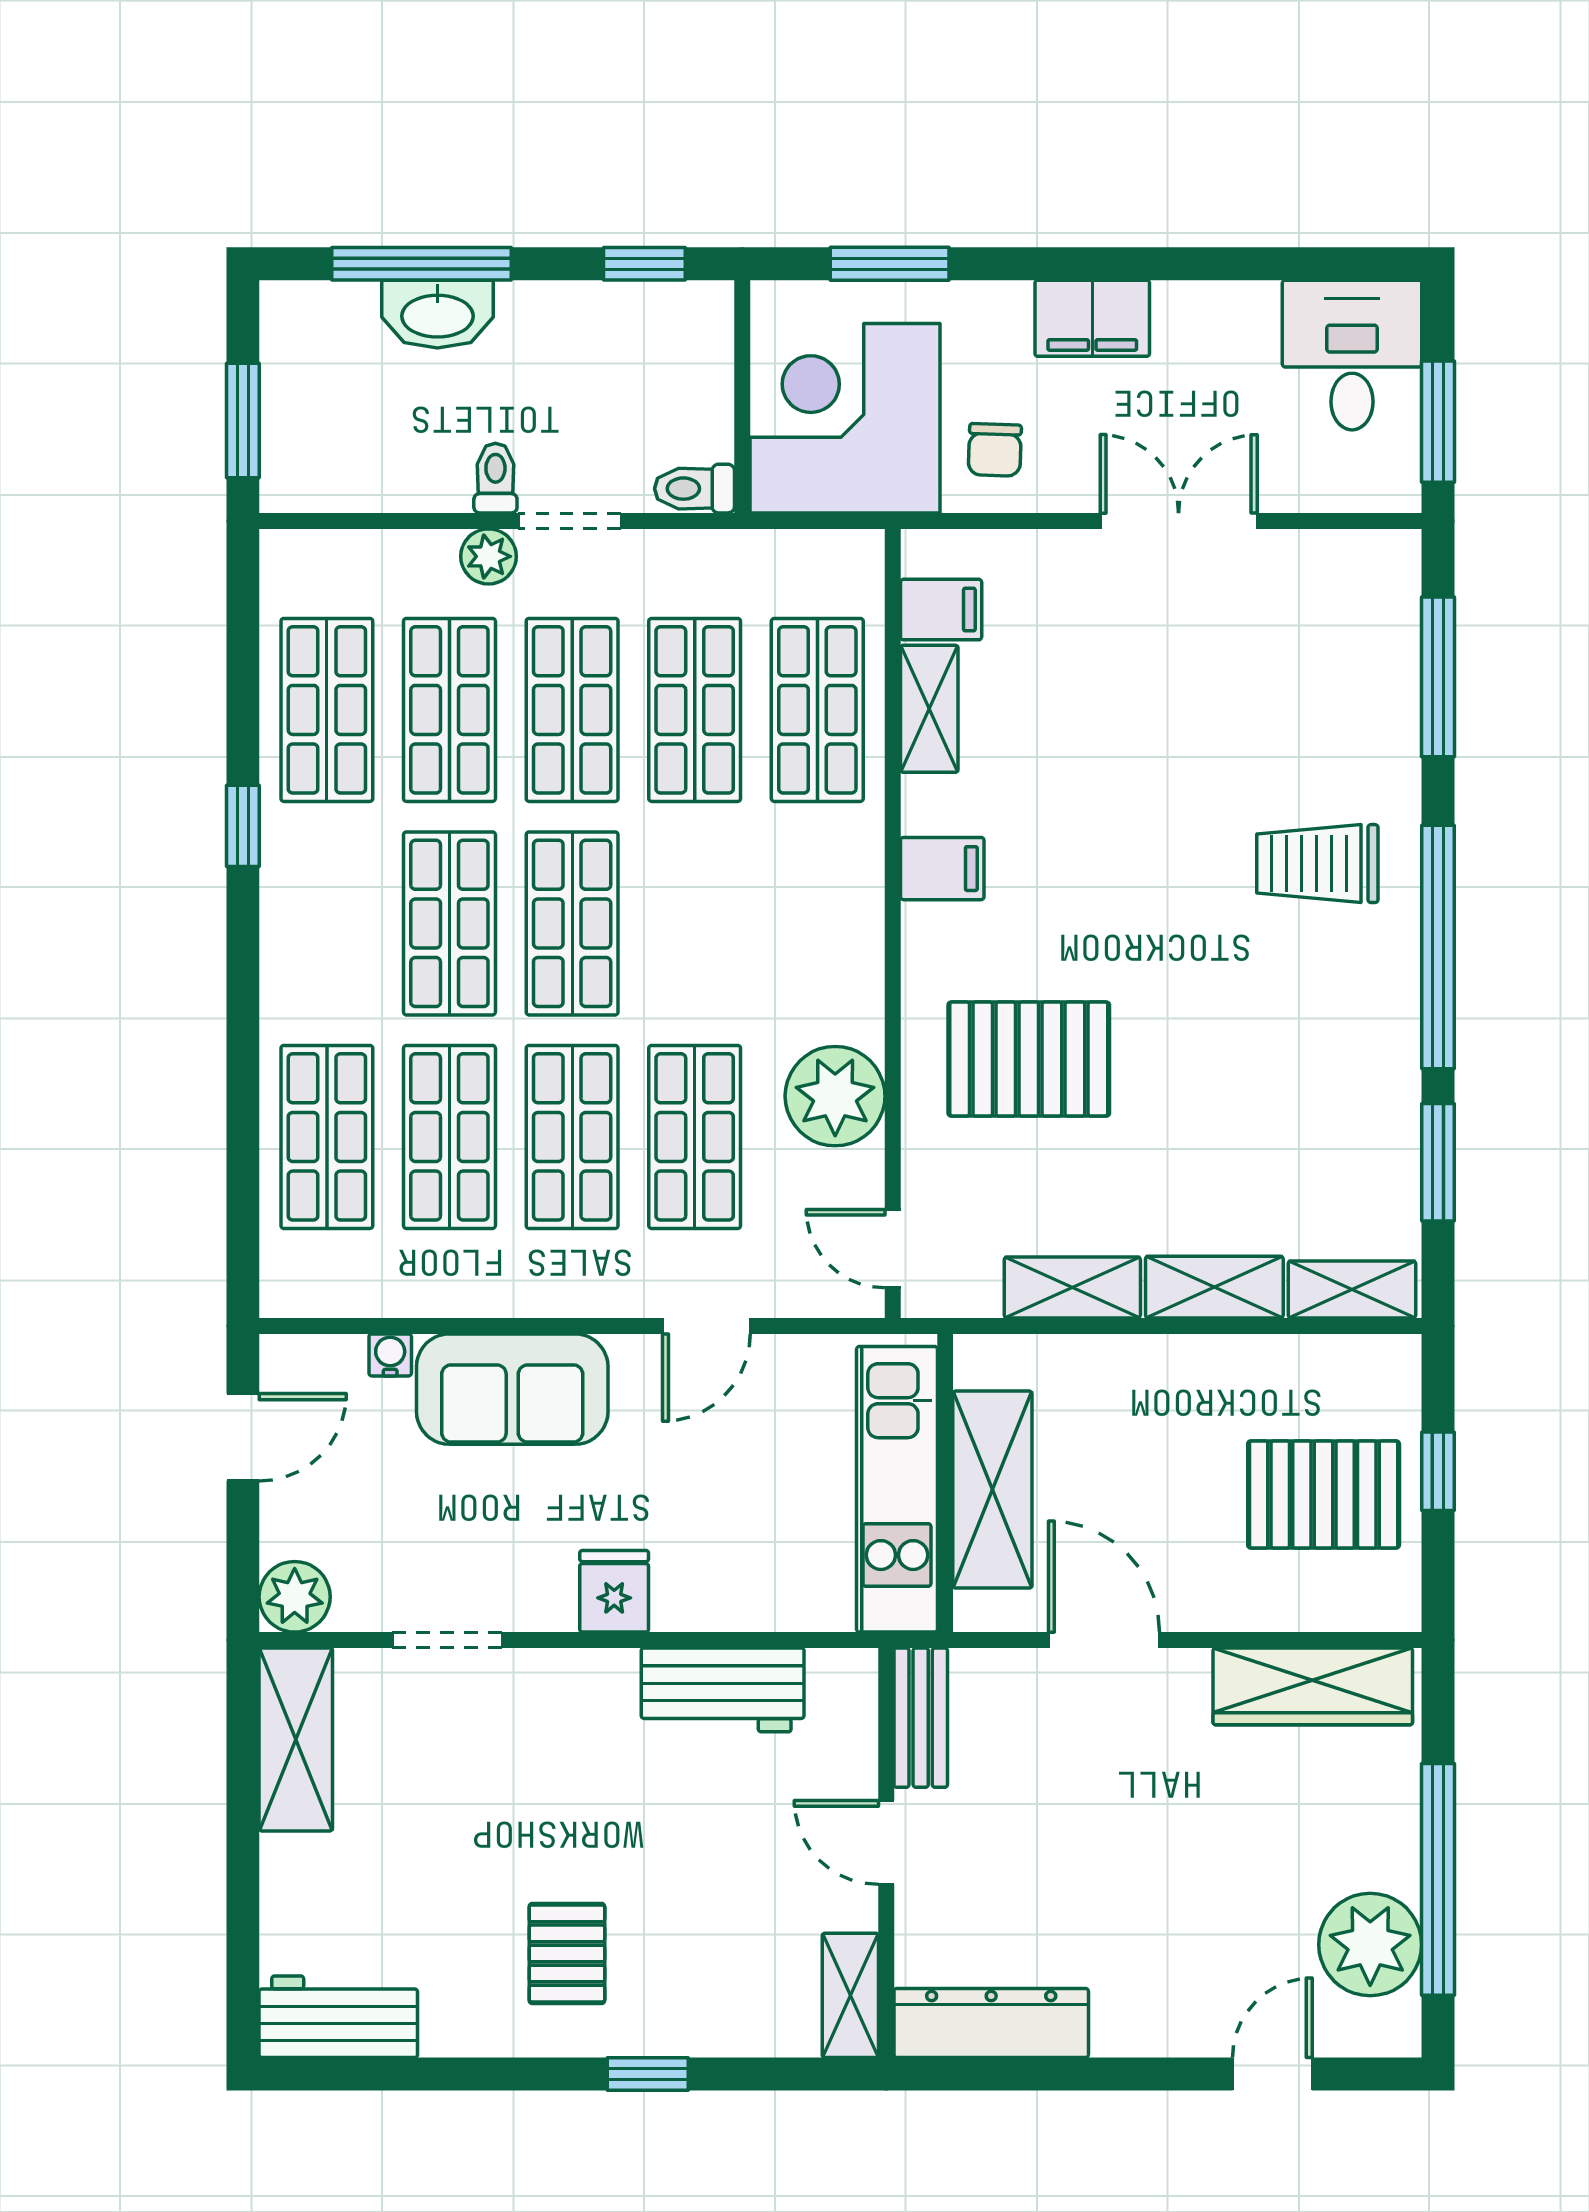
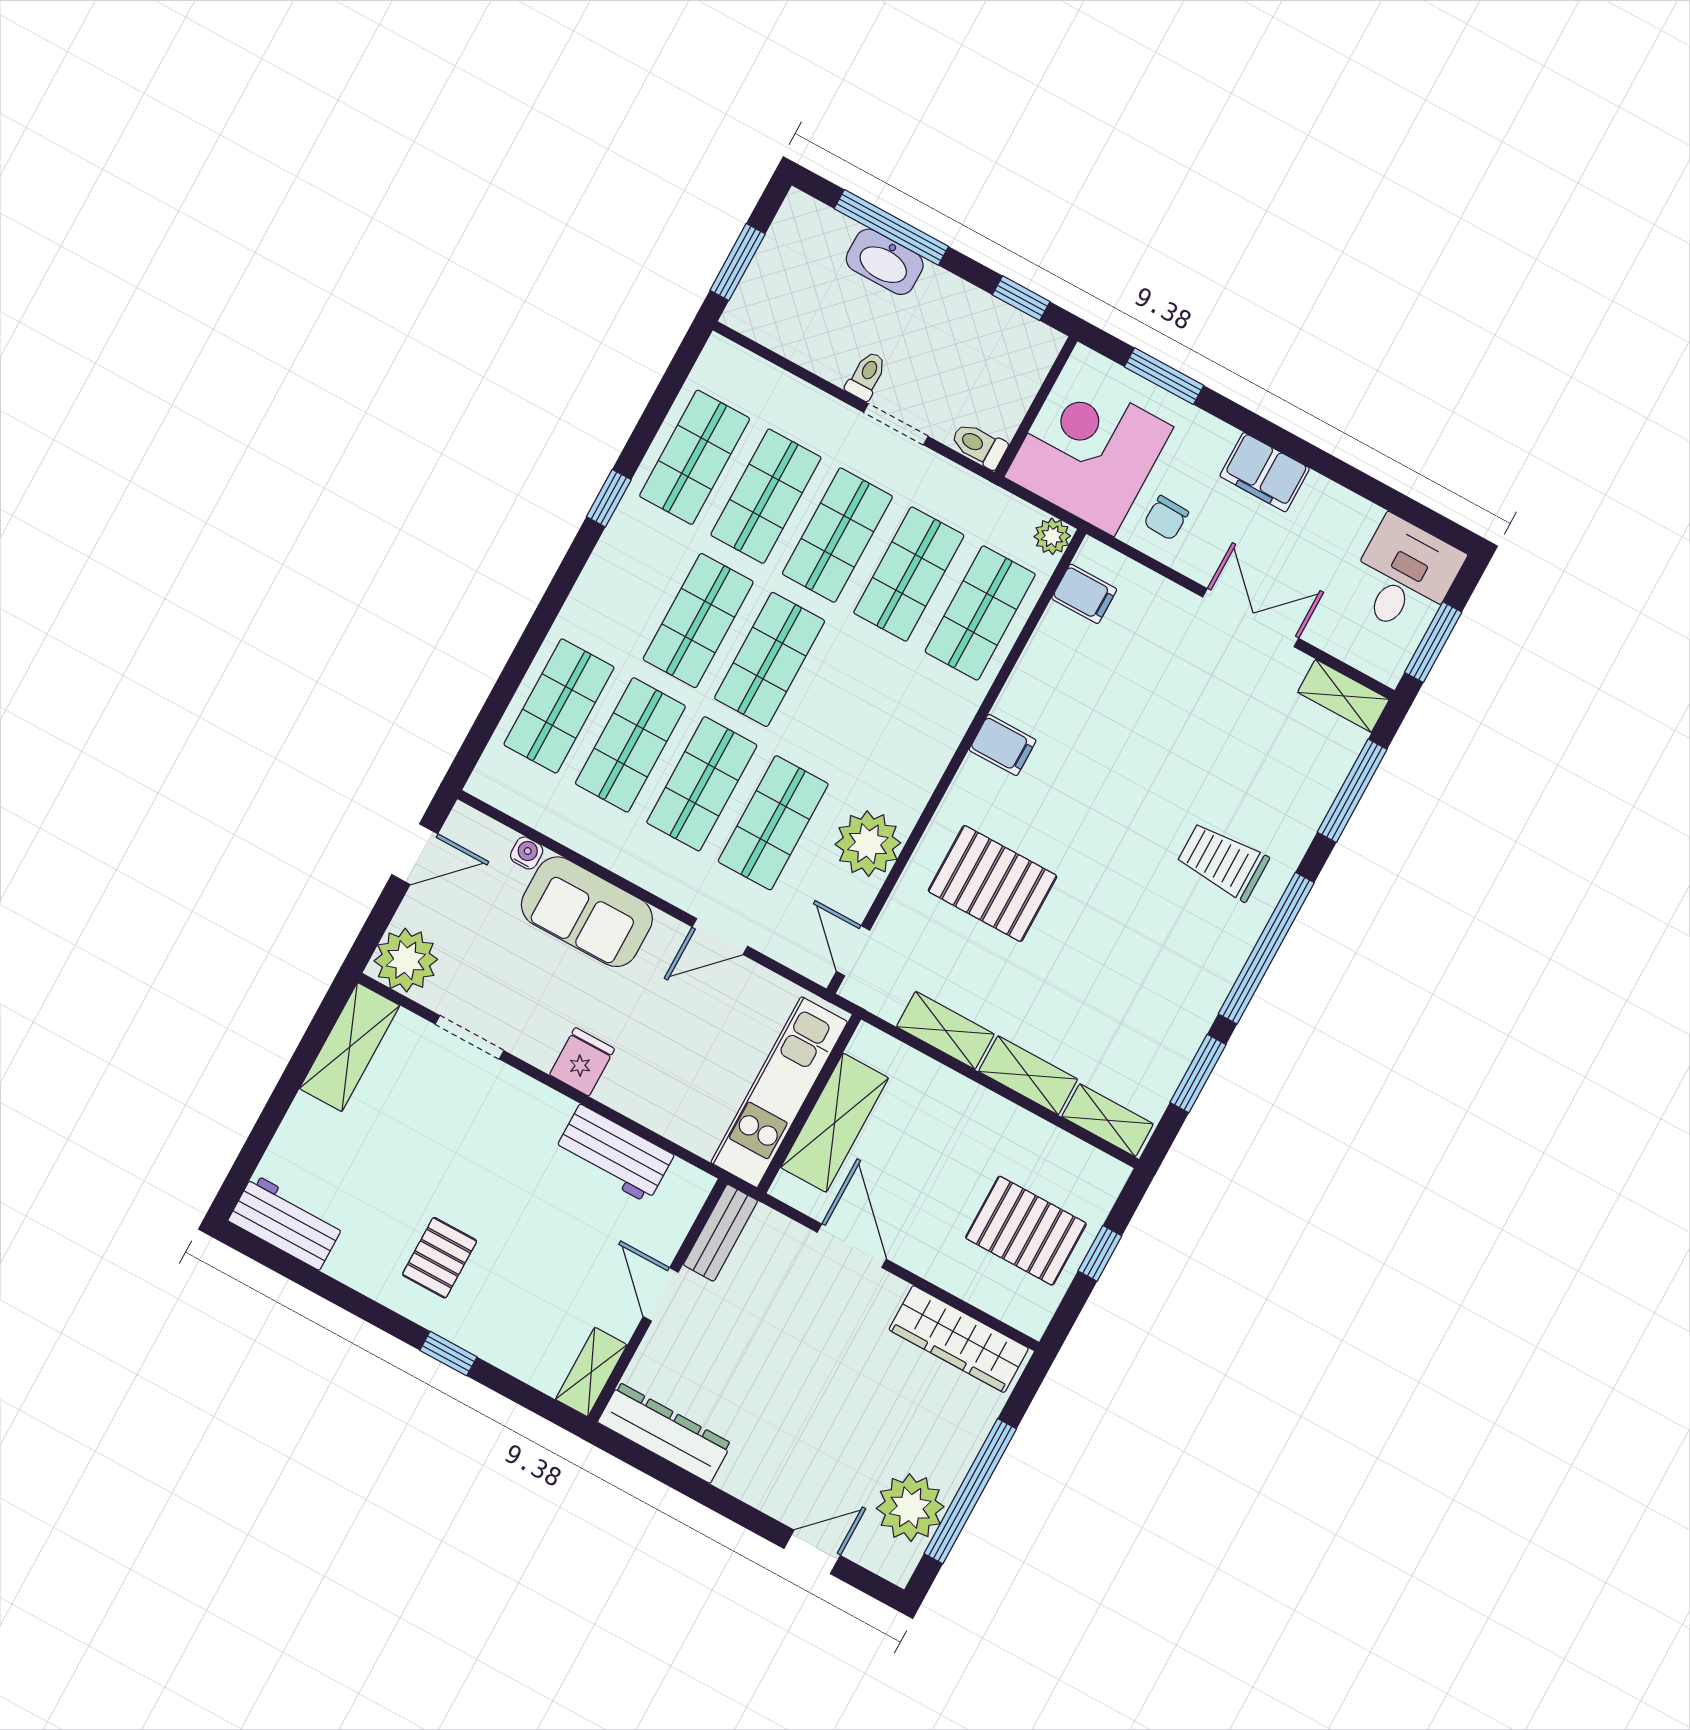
plant: (489, 556) -> (1052, 536), moved
shelving: (929, 709) -> (1343, 696), moved, turned 90
plant: (295, 1597) -> (406, 960), width x1.36, depth x1.36

